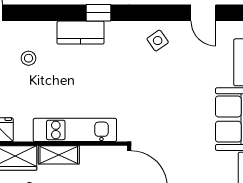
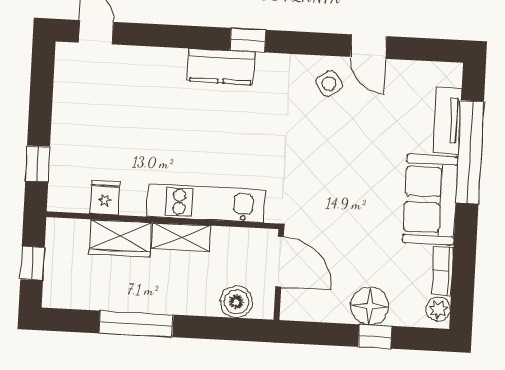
door: (203, 13) -> (369, 47), moved
stool: (29, 58) -> (146, 99), removed

